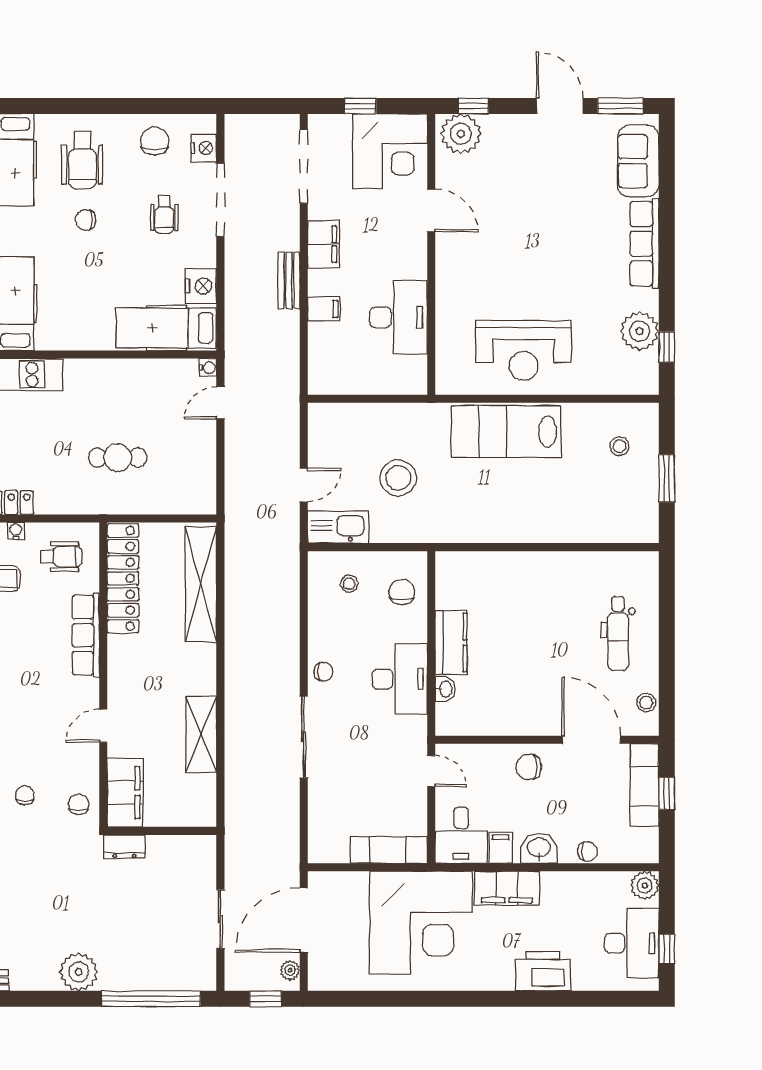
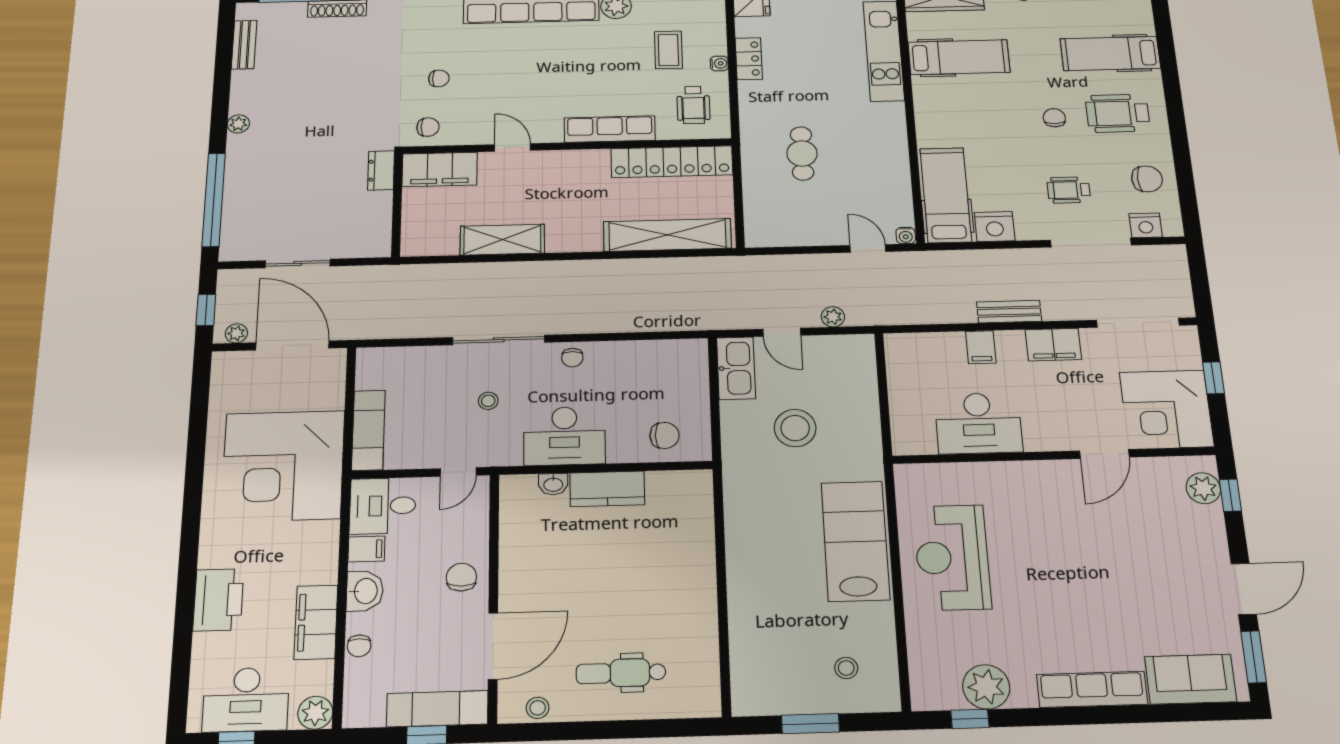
plant: (461, 134) -> (1203, 488), width x0.73, depth x0.73
plant: (289, 439) -> (833, 317), added
stool: (349, 584) -> (488, 401), moved
filing cabinet: (507, 888) -> (316, 622), moved
plant: (79, 972) -> (238, 124), width x0.53, depth x0.53

